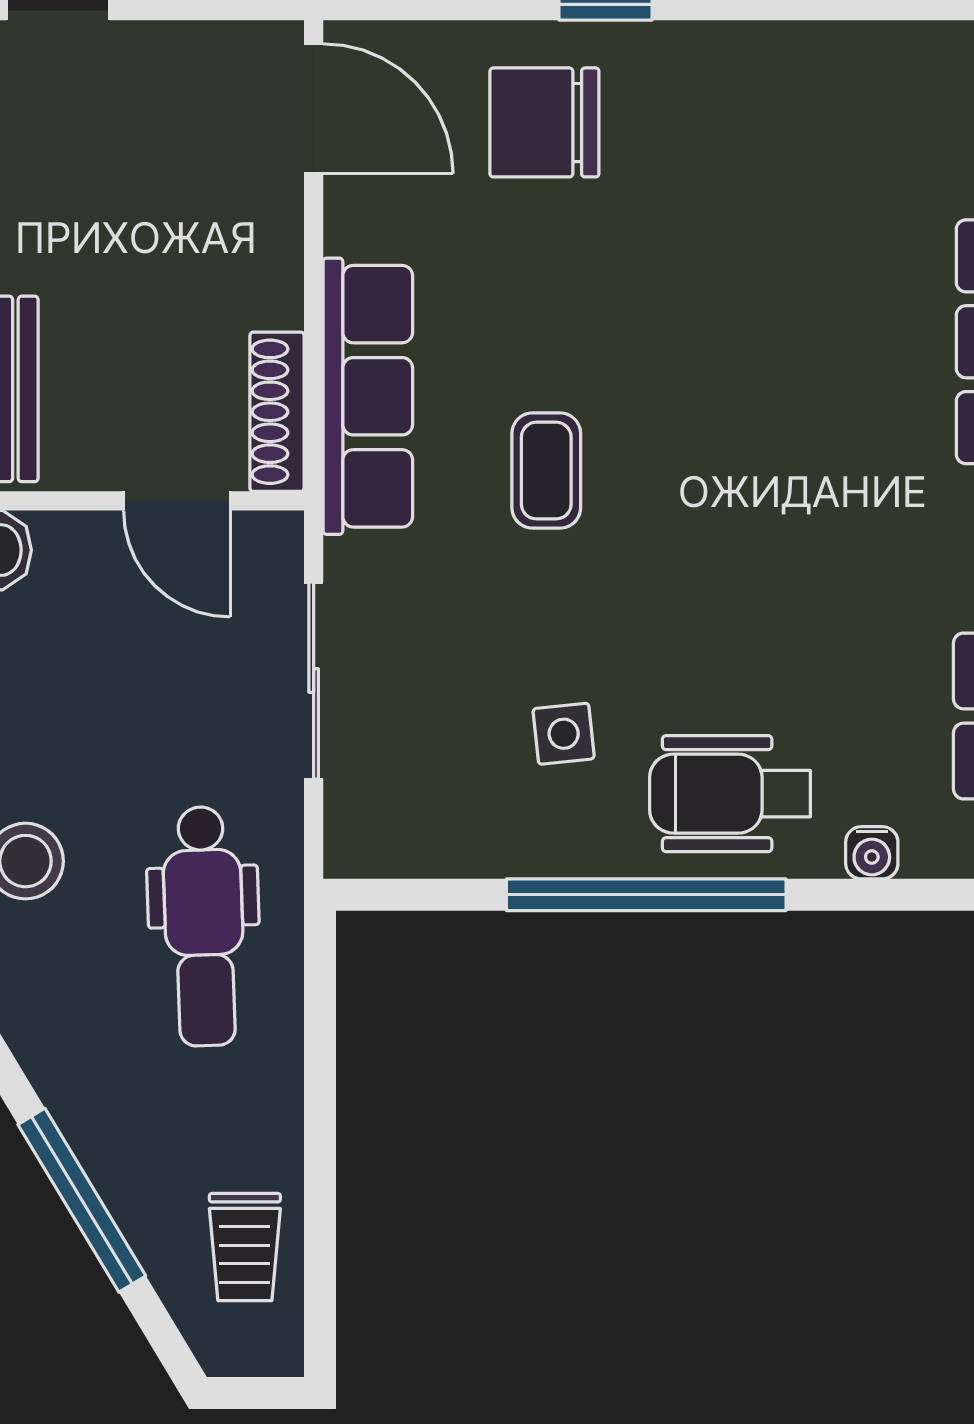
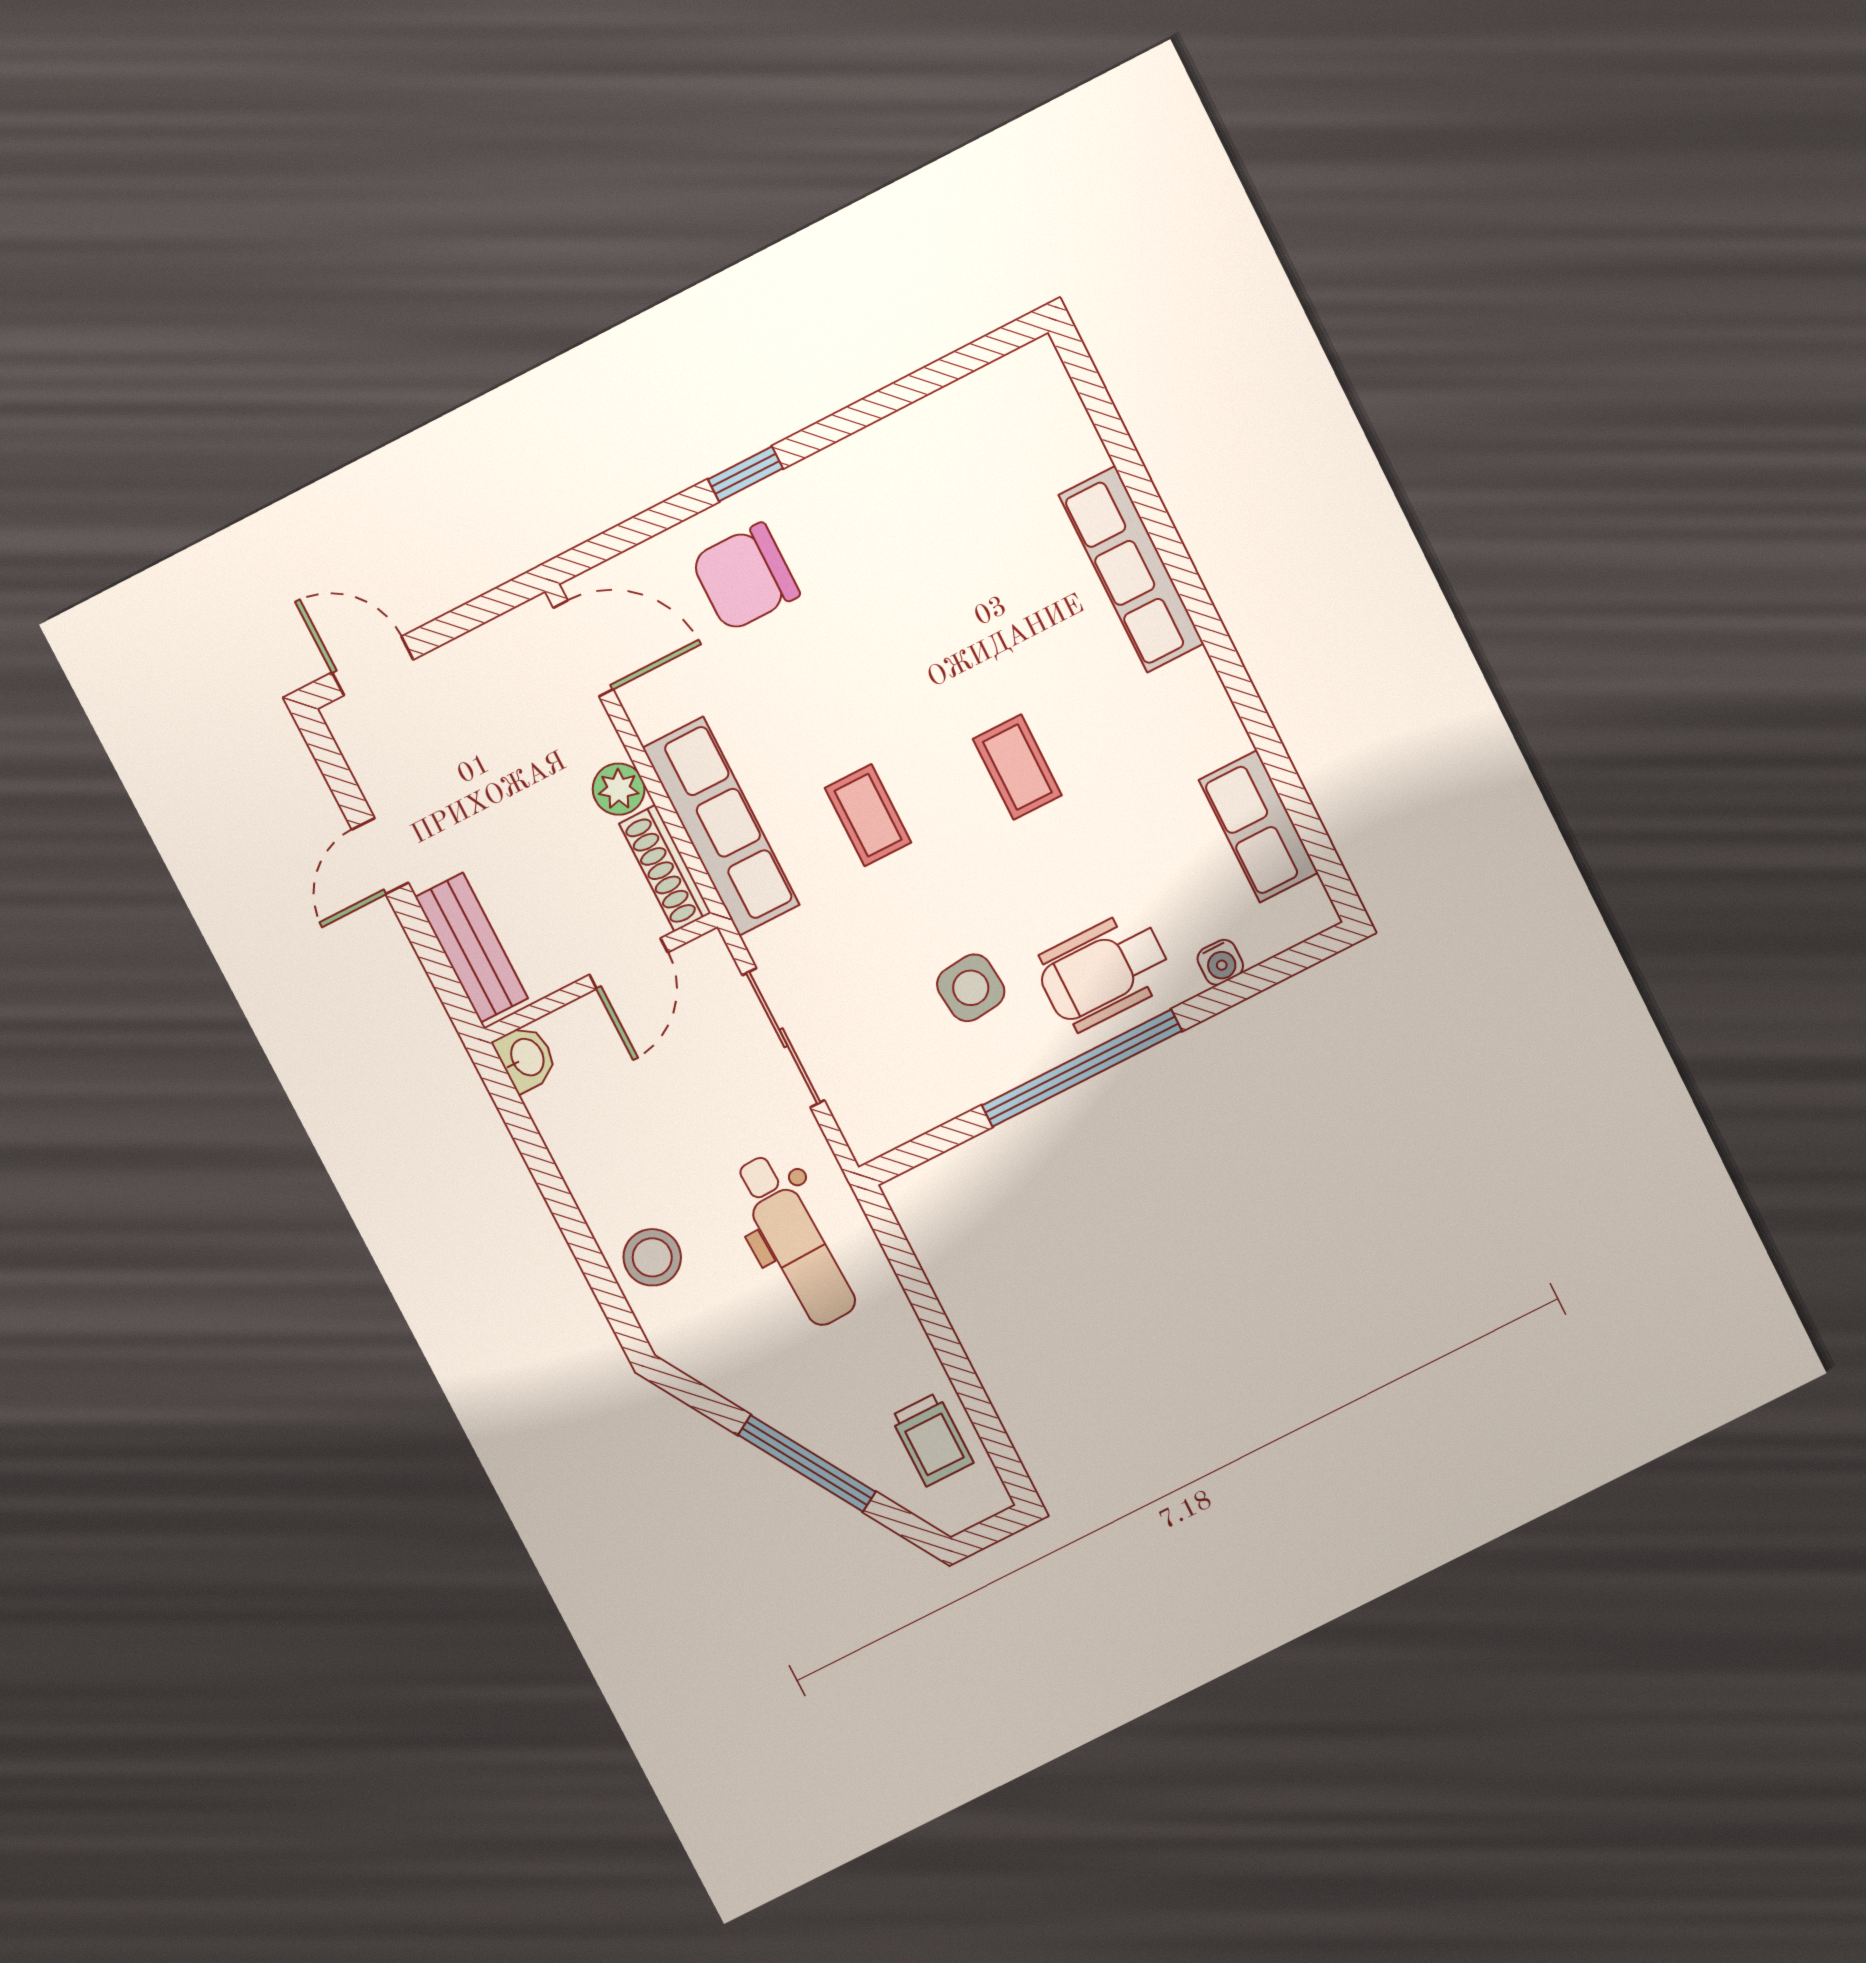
plant: (270, 292) -> (619, 789), added
door: (177, 501) -> (629, 964), hinge flipped
coffee table: (749, 503) -> (1017, 767), added
side table: (564, 734) -> (971, 988), width x1.37, depth x1.37

